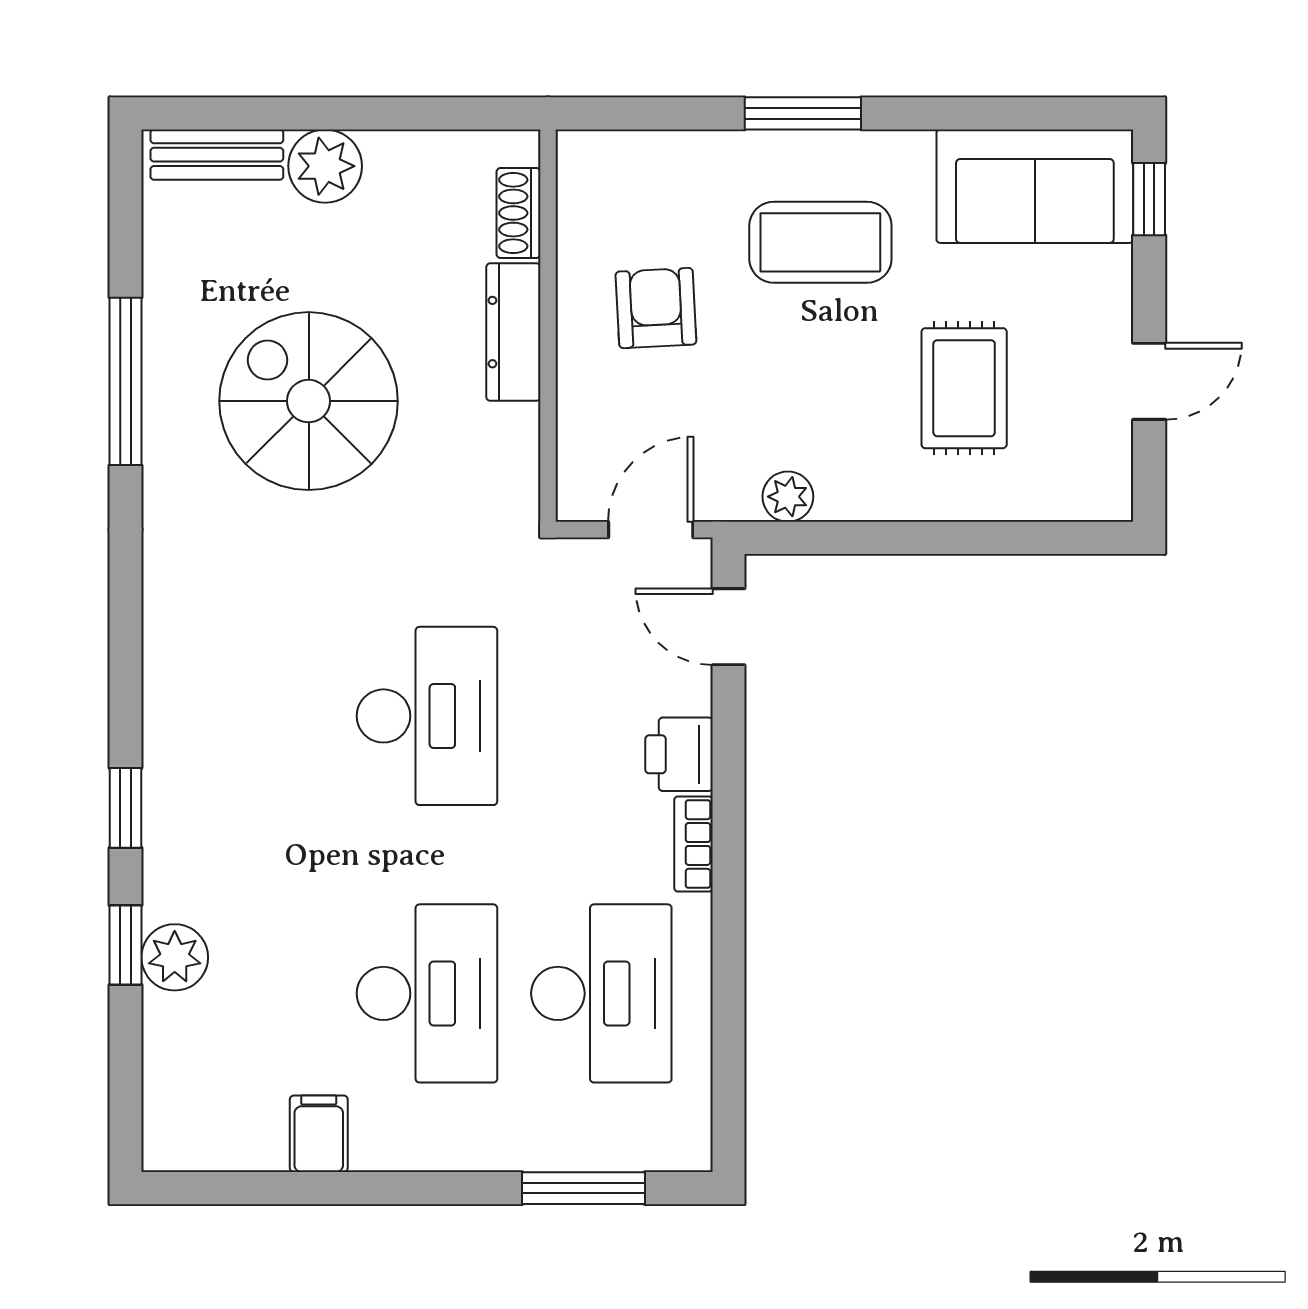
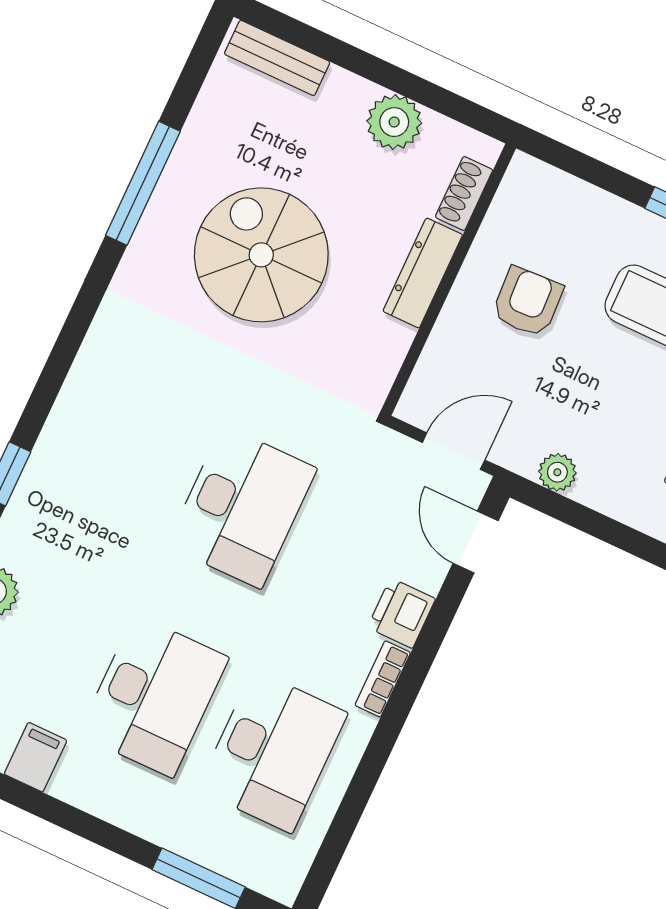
plant: (325, 166) -> (394, 122), moved

